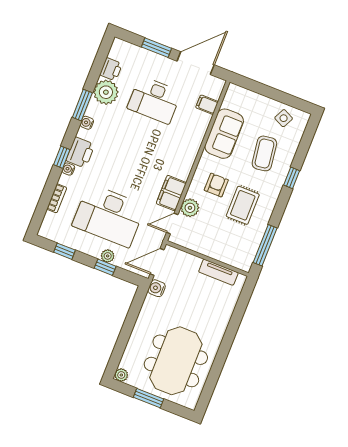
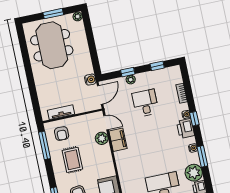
armchair: (216, 185) -> (62, 134), moved
desk: (109, 216) -> (145, 103), width x0.53, depth x0.77
door: (172, 223) -> (106, 123), hinge flipped

